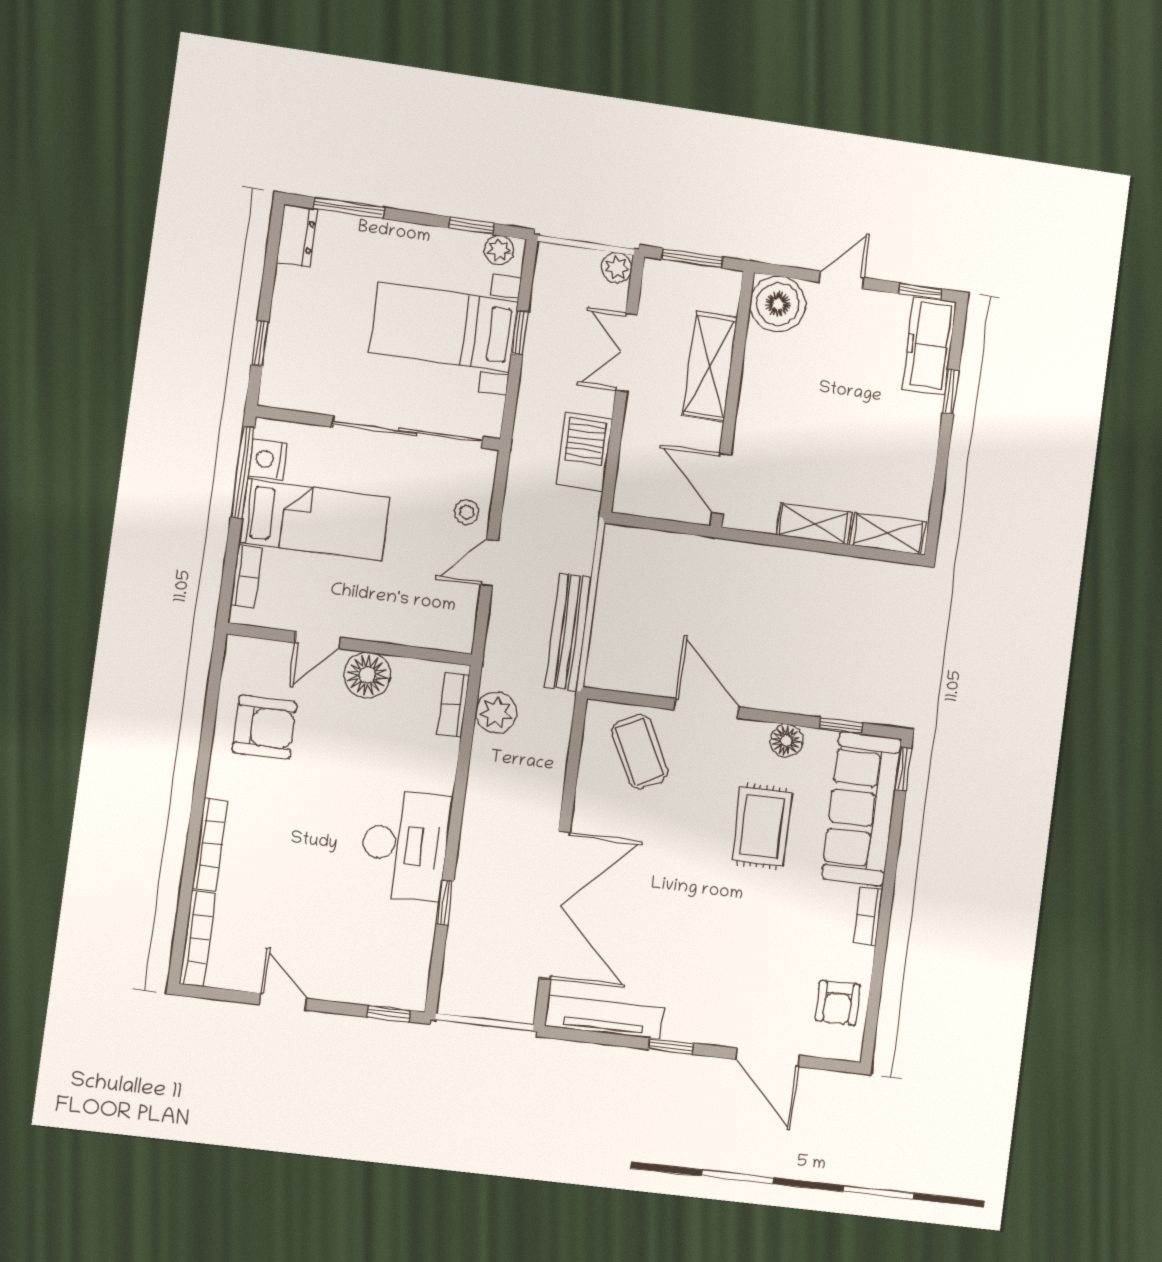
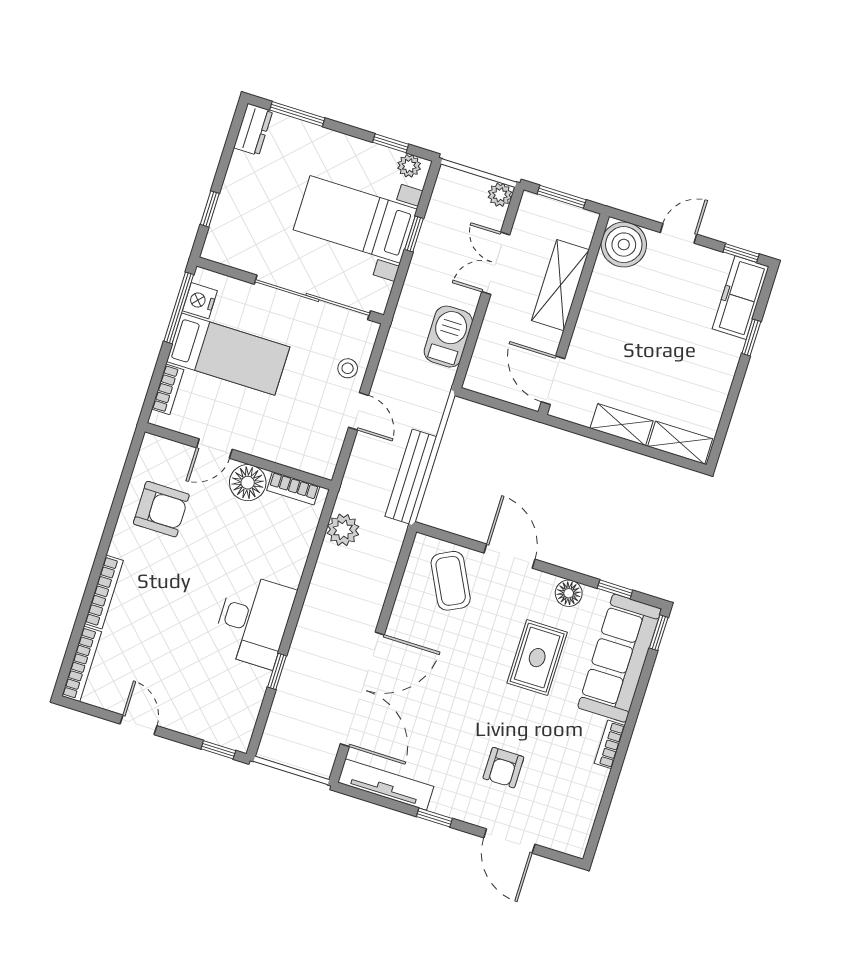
door: (490, 563) -> (358, 411), swing flipped
bookcase: (453, 705) -> (293, 488), moved, turned -90
armchair: (838, 1003) -> (503, 768), moved

